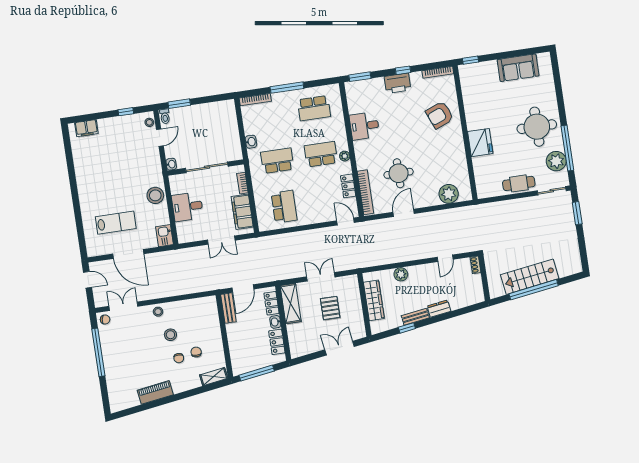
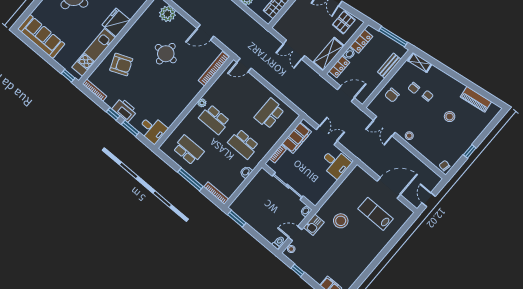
sofa: (518, 68) -> (41, 37), width x1.36
window: (360, 77) -> (130, 128), moved
kitchen unit: (471, 100) -> (94, 53), added
window: (179, 104) -> (237, 219), moved
desk: (364, 126) -> (153, 129), moved
round table: (399, 173) -> (166, 54), moved
locker: (348, 186) -> (219, 84), removed
stool: (155, 195) -> (341, 221), moved
desk: (187, 207) -> (335, 163), moved
door: (345, 222) -> (244, 65), hinge flipped
kitchen sink: (164, 236) -> (314, 225), moved
door: (128, 254) -> (389, 188), hinge flipped
double door: (123, 306) -> (384, 126), moved
bench: (228, 308) -> (389, 66), moved
pallet: (330, 308) -> (344, 22), moved
chair: (207, 328) -> (392, 95), added
stool: (170, 335) -> (450, 117), moved
window: (98, 352) -> (470, 151), width x0.32
piano: (155, 392) -> (476, 99), moved

